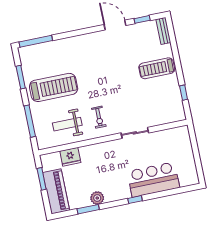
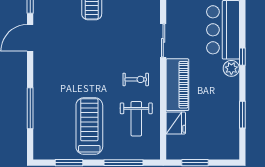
window: (36, 41) -> (30, 108), moved
piano: (56, 191) -> (177, 85), moved, turned 90
plant: (97, 198) -> (231, 68), moved

